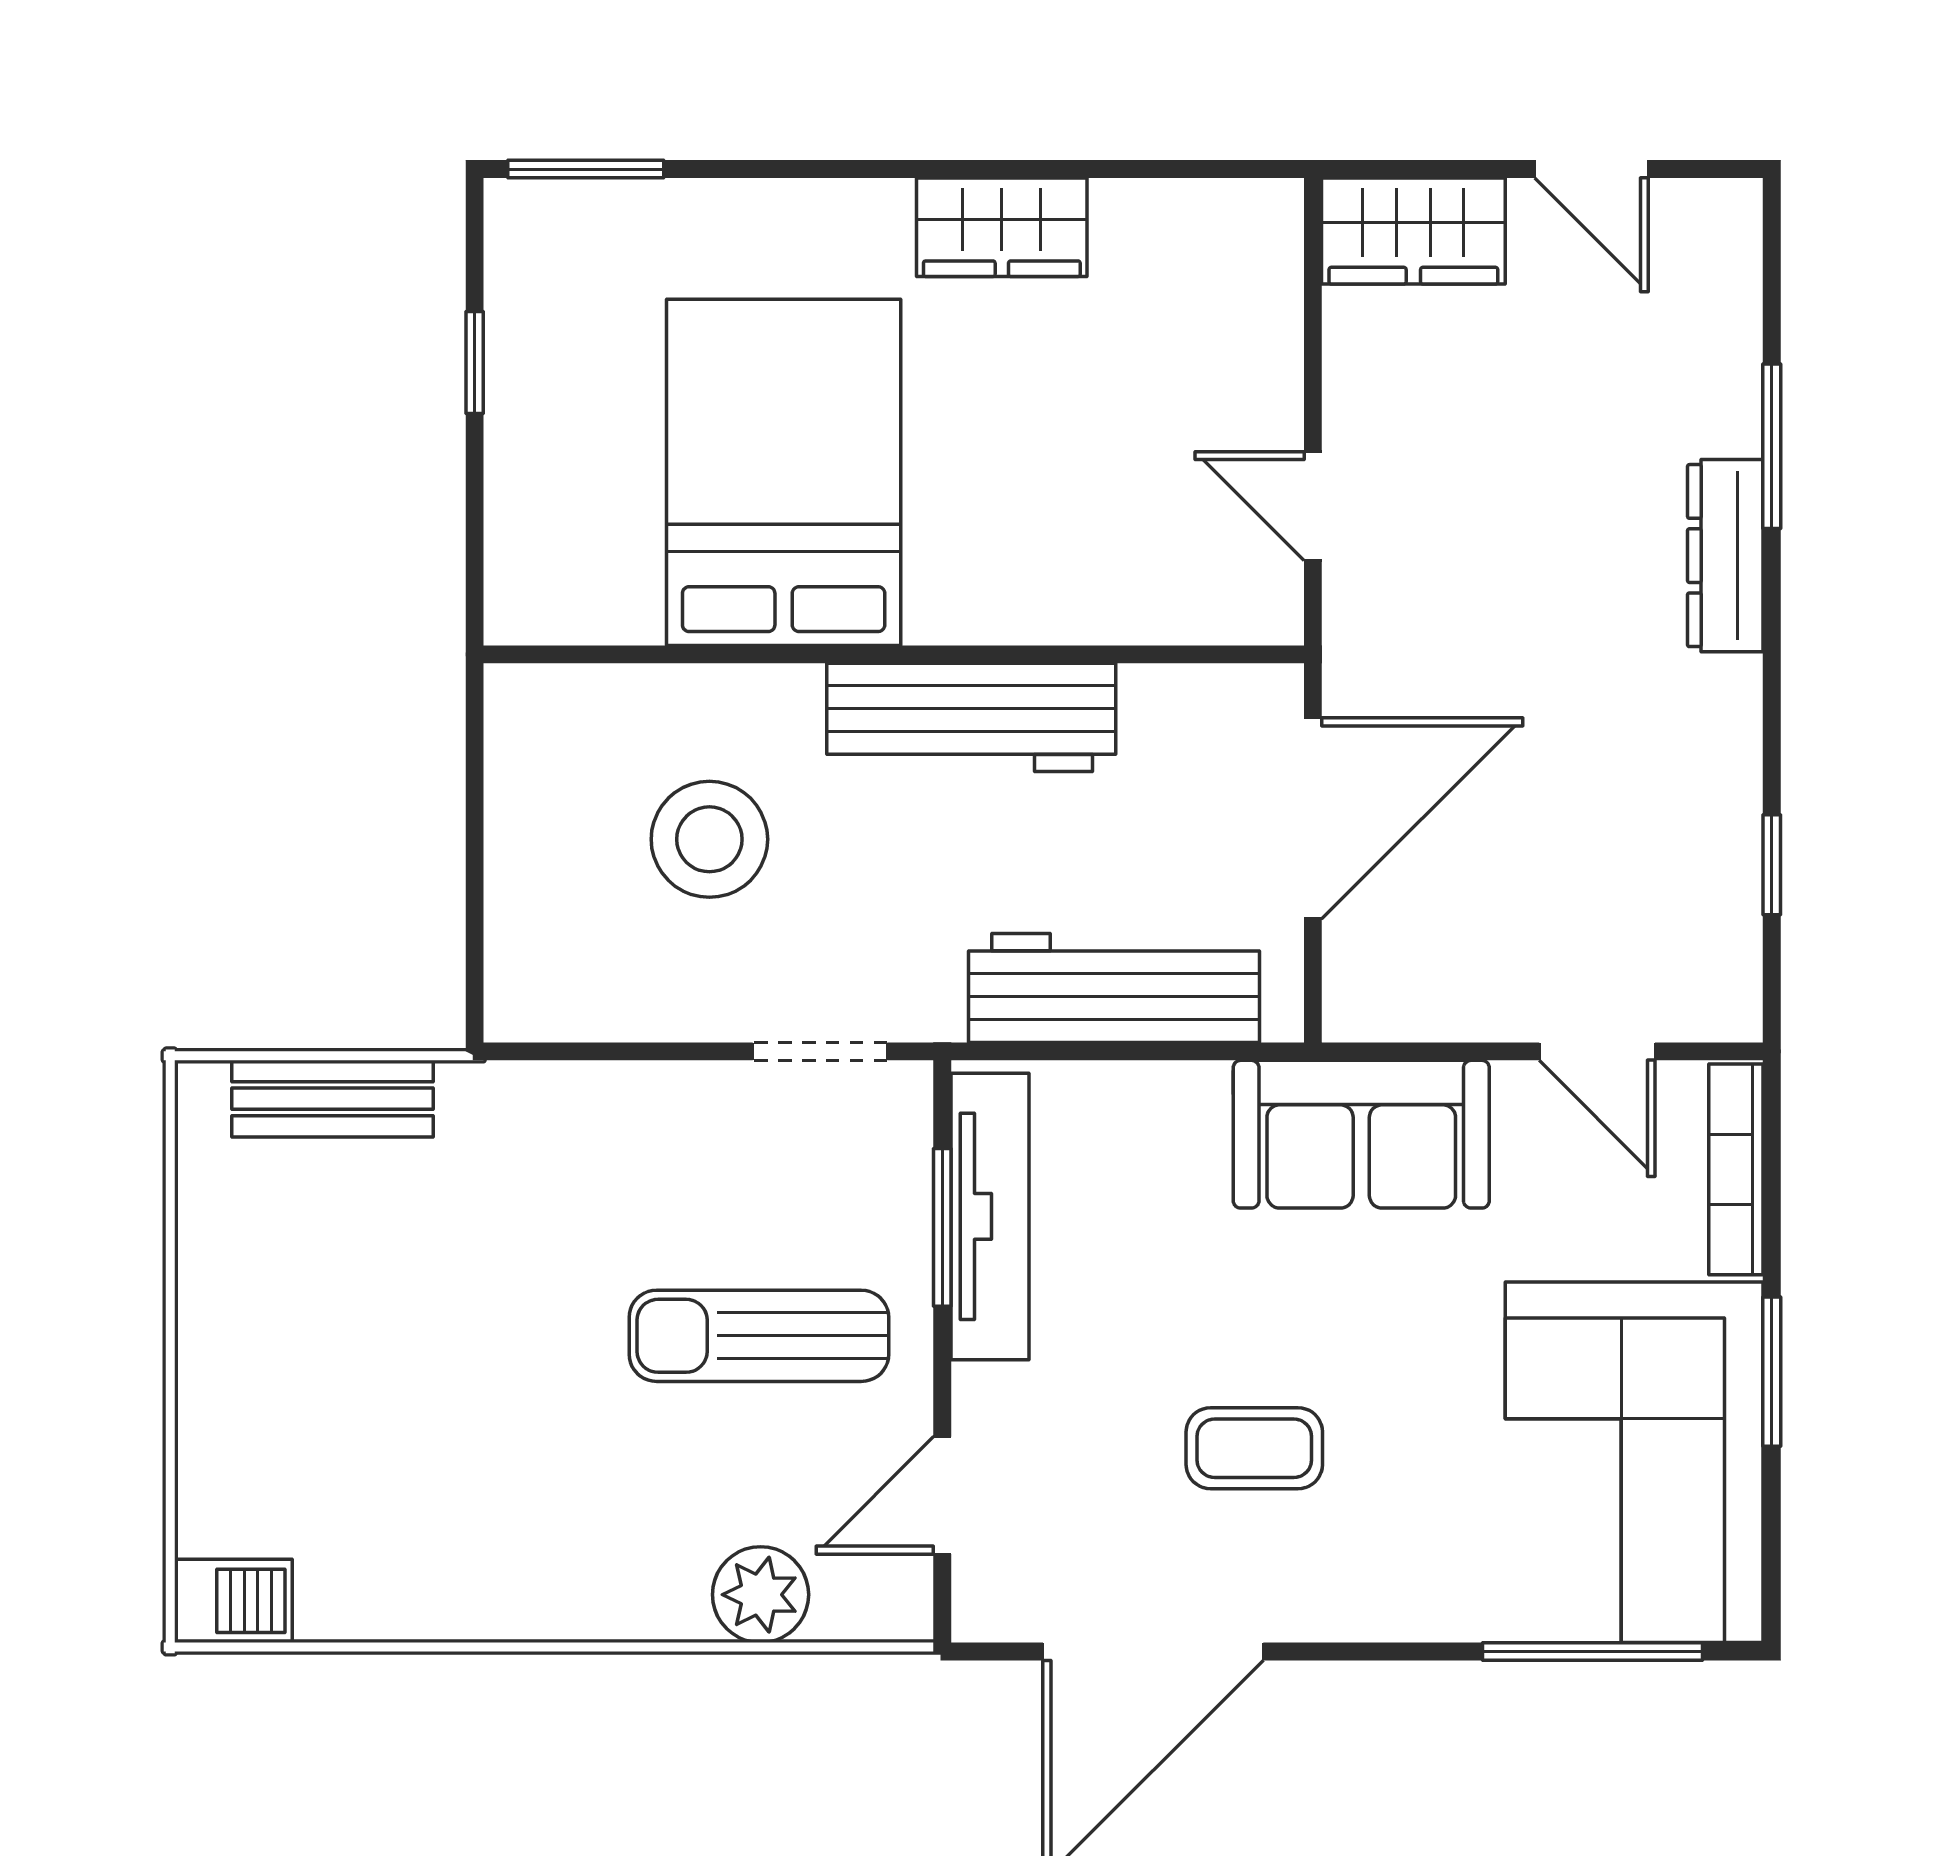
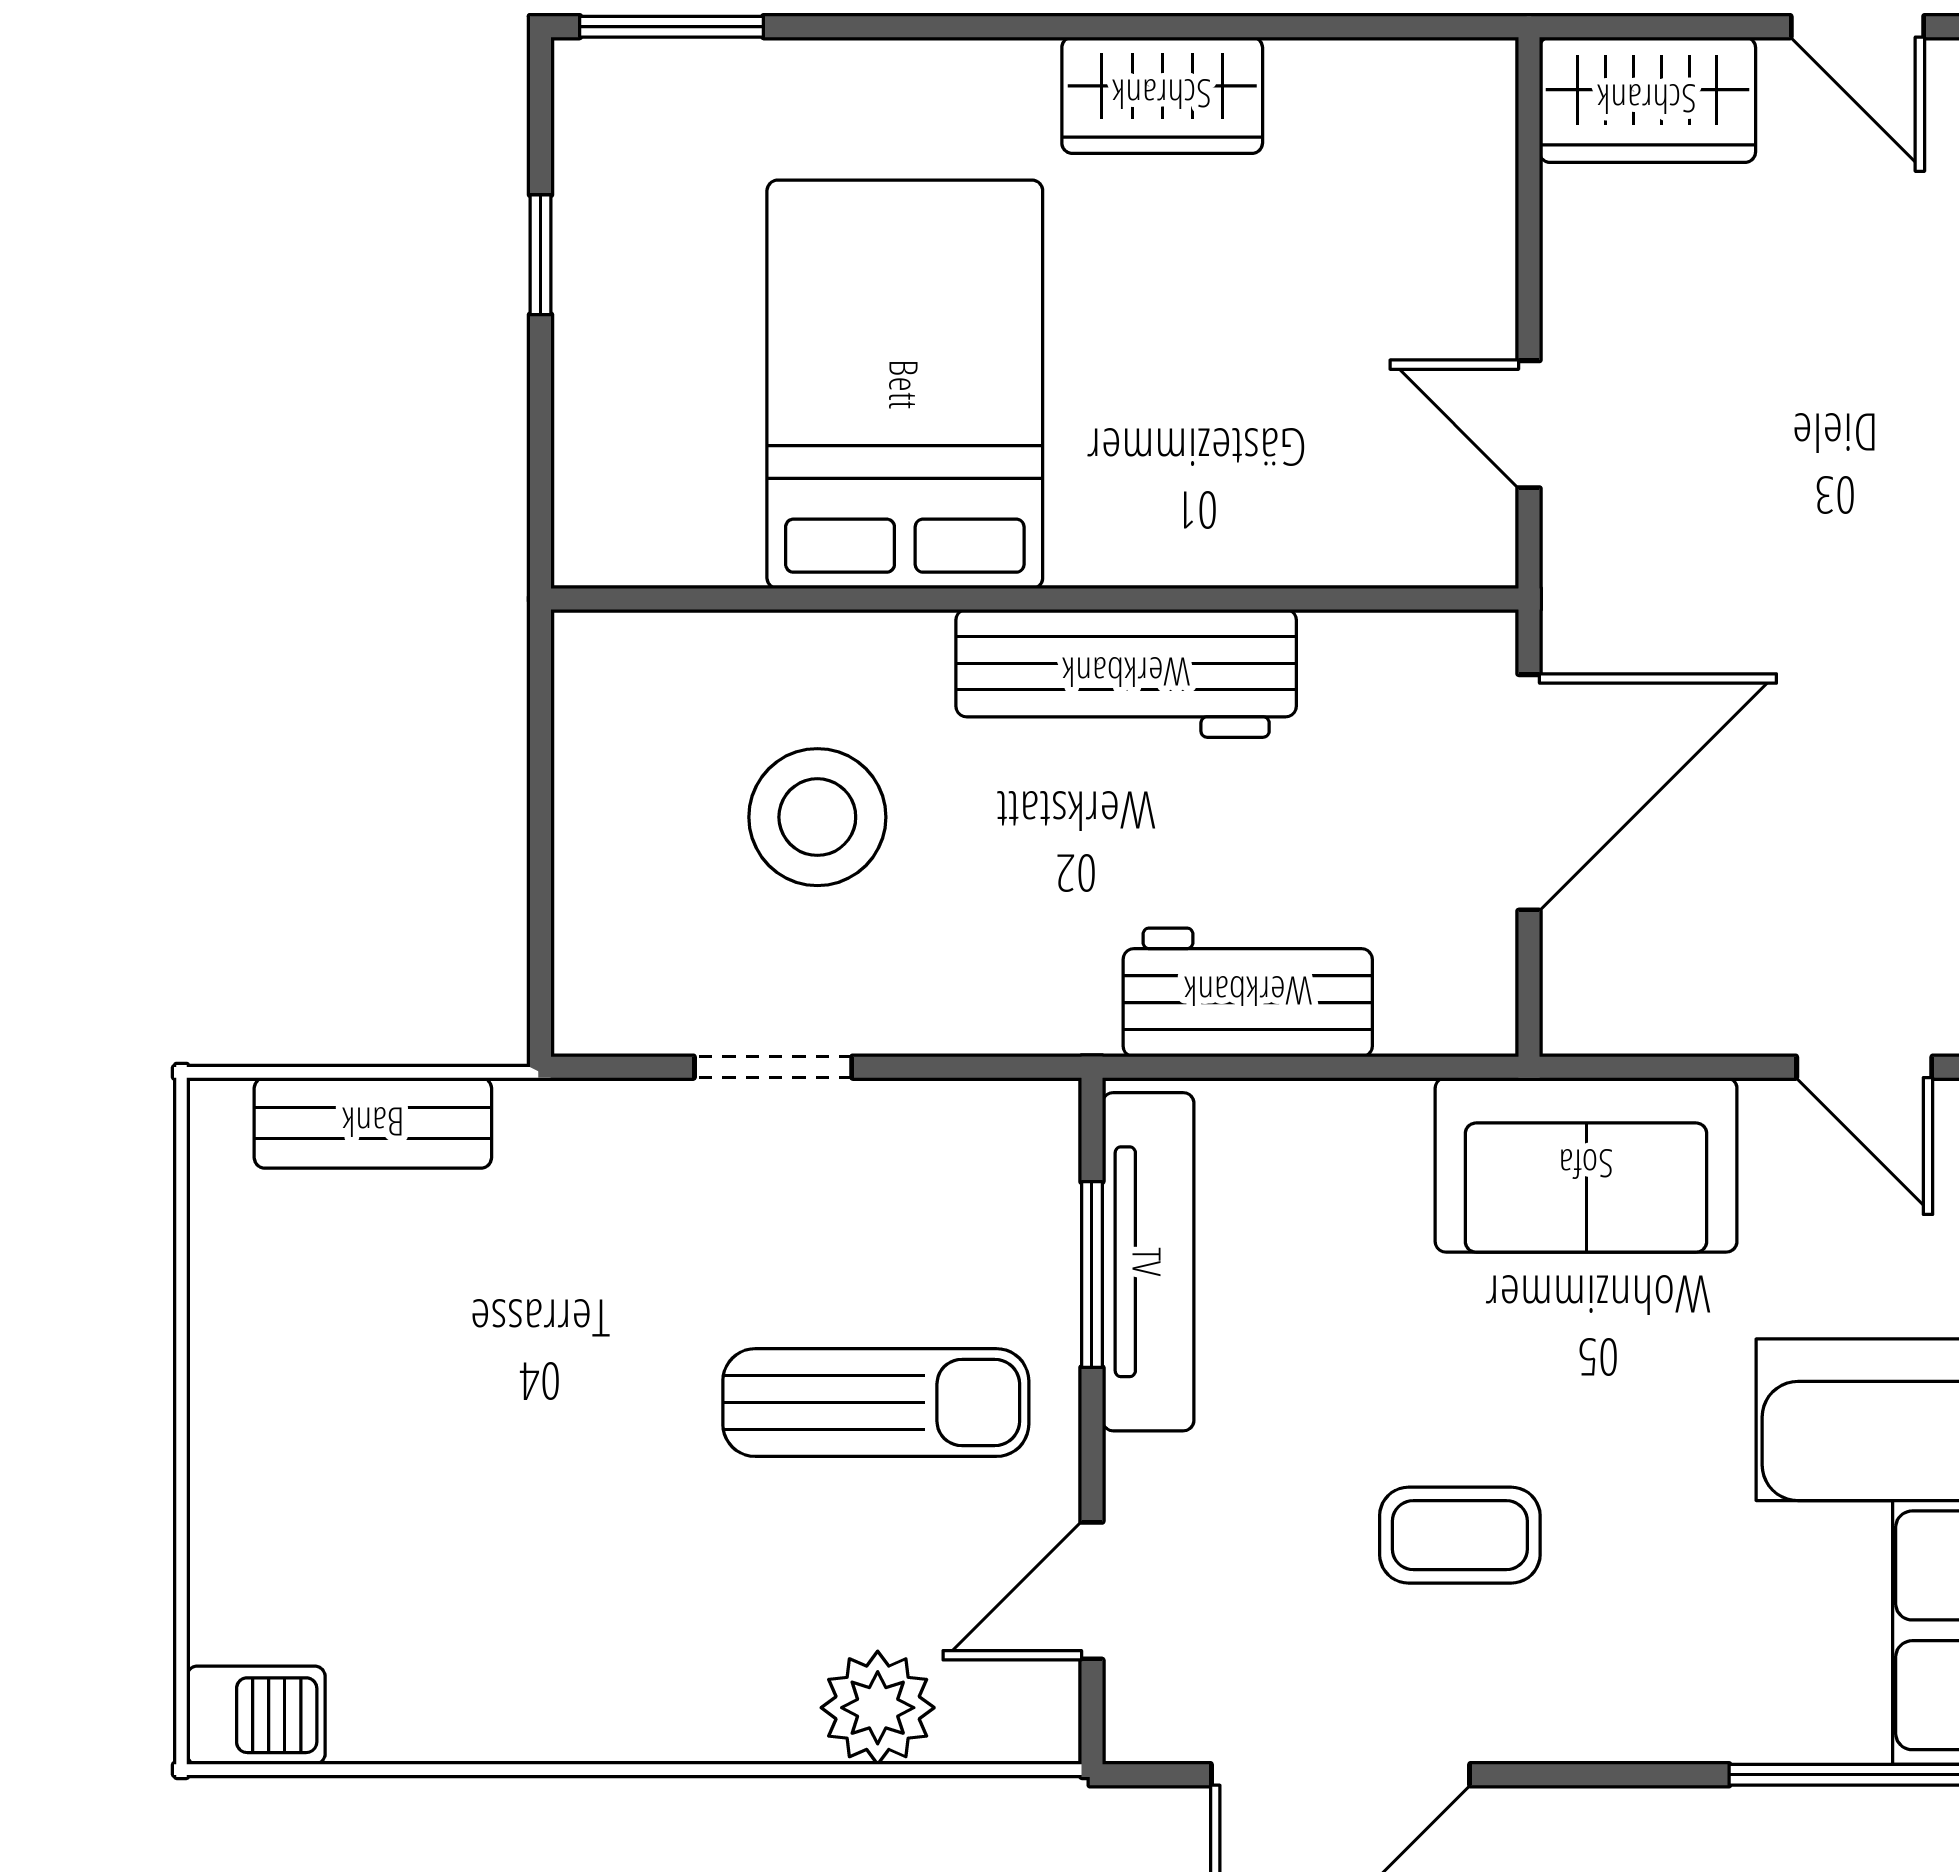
workbench: (1114, 988) -> (1248, 992), width x0.73
doorway: (820, 1051) -> (773, 1067), moved
sun lounger: (759, 1336) -> (876, 1403), turned 180

